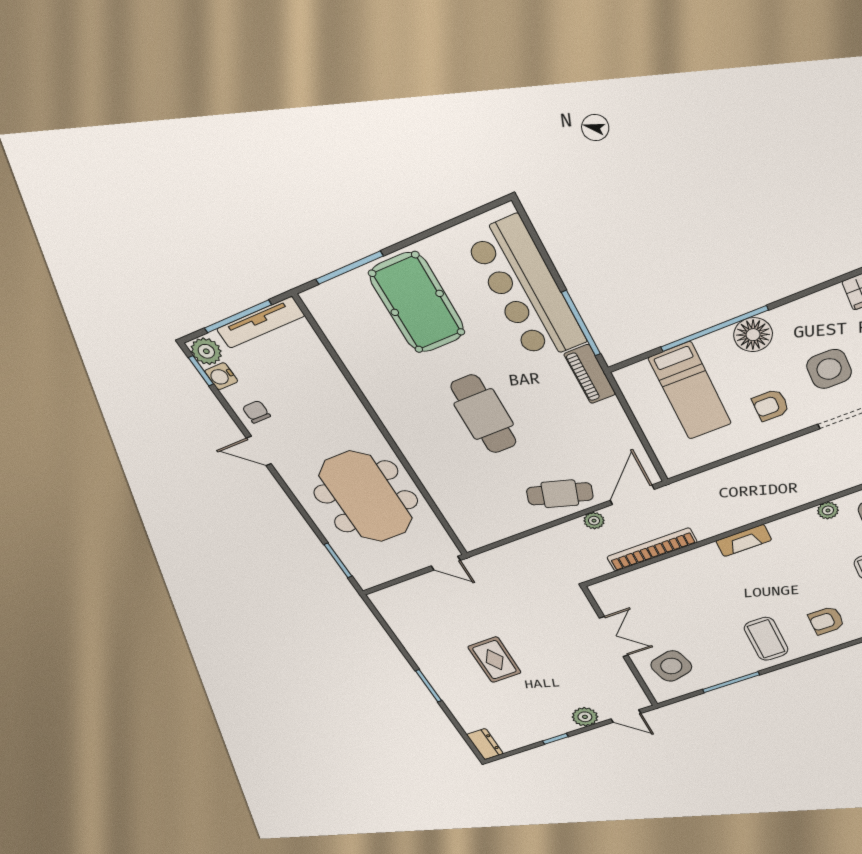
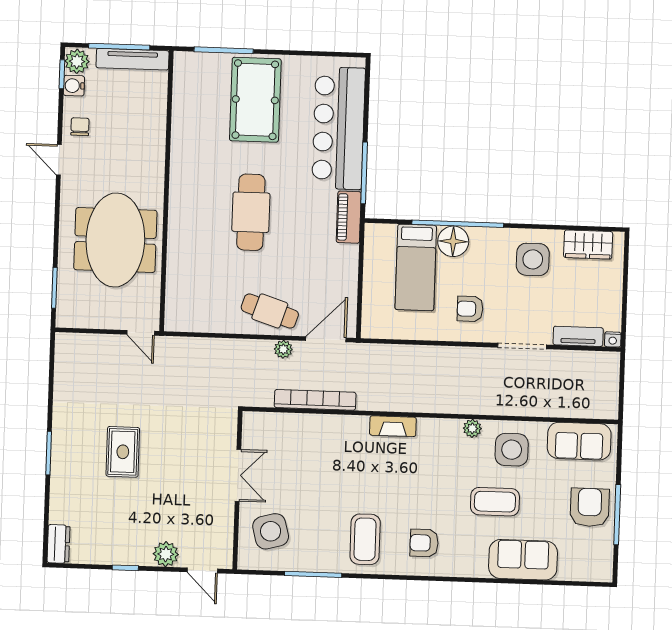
floor lamp: (753, 335) -> (453, 241), moved
side table: (829, 369) -> (533, 259), moved

